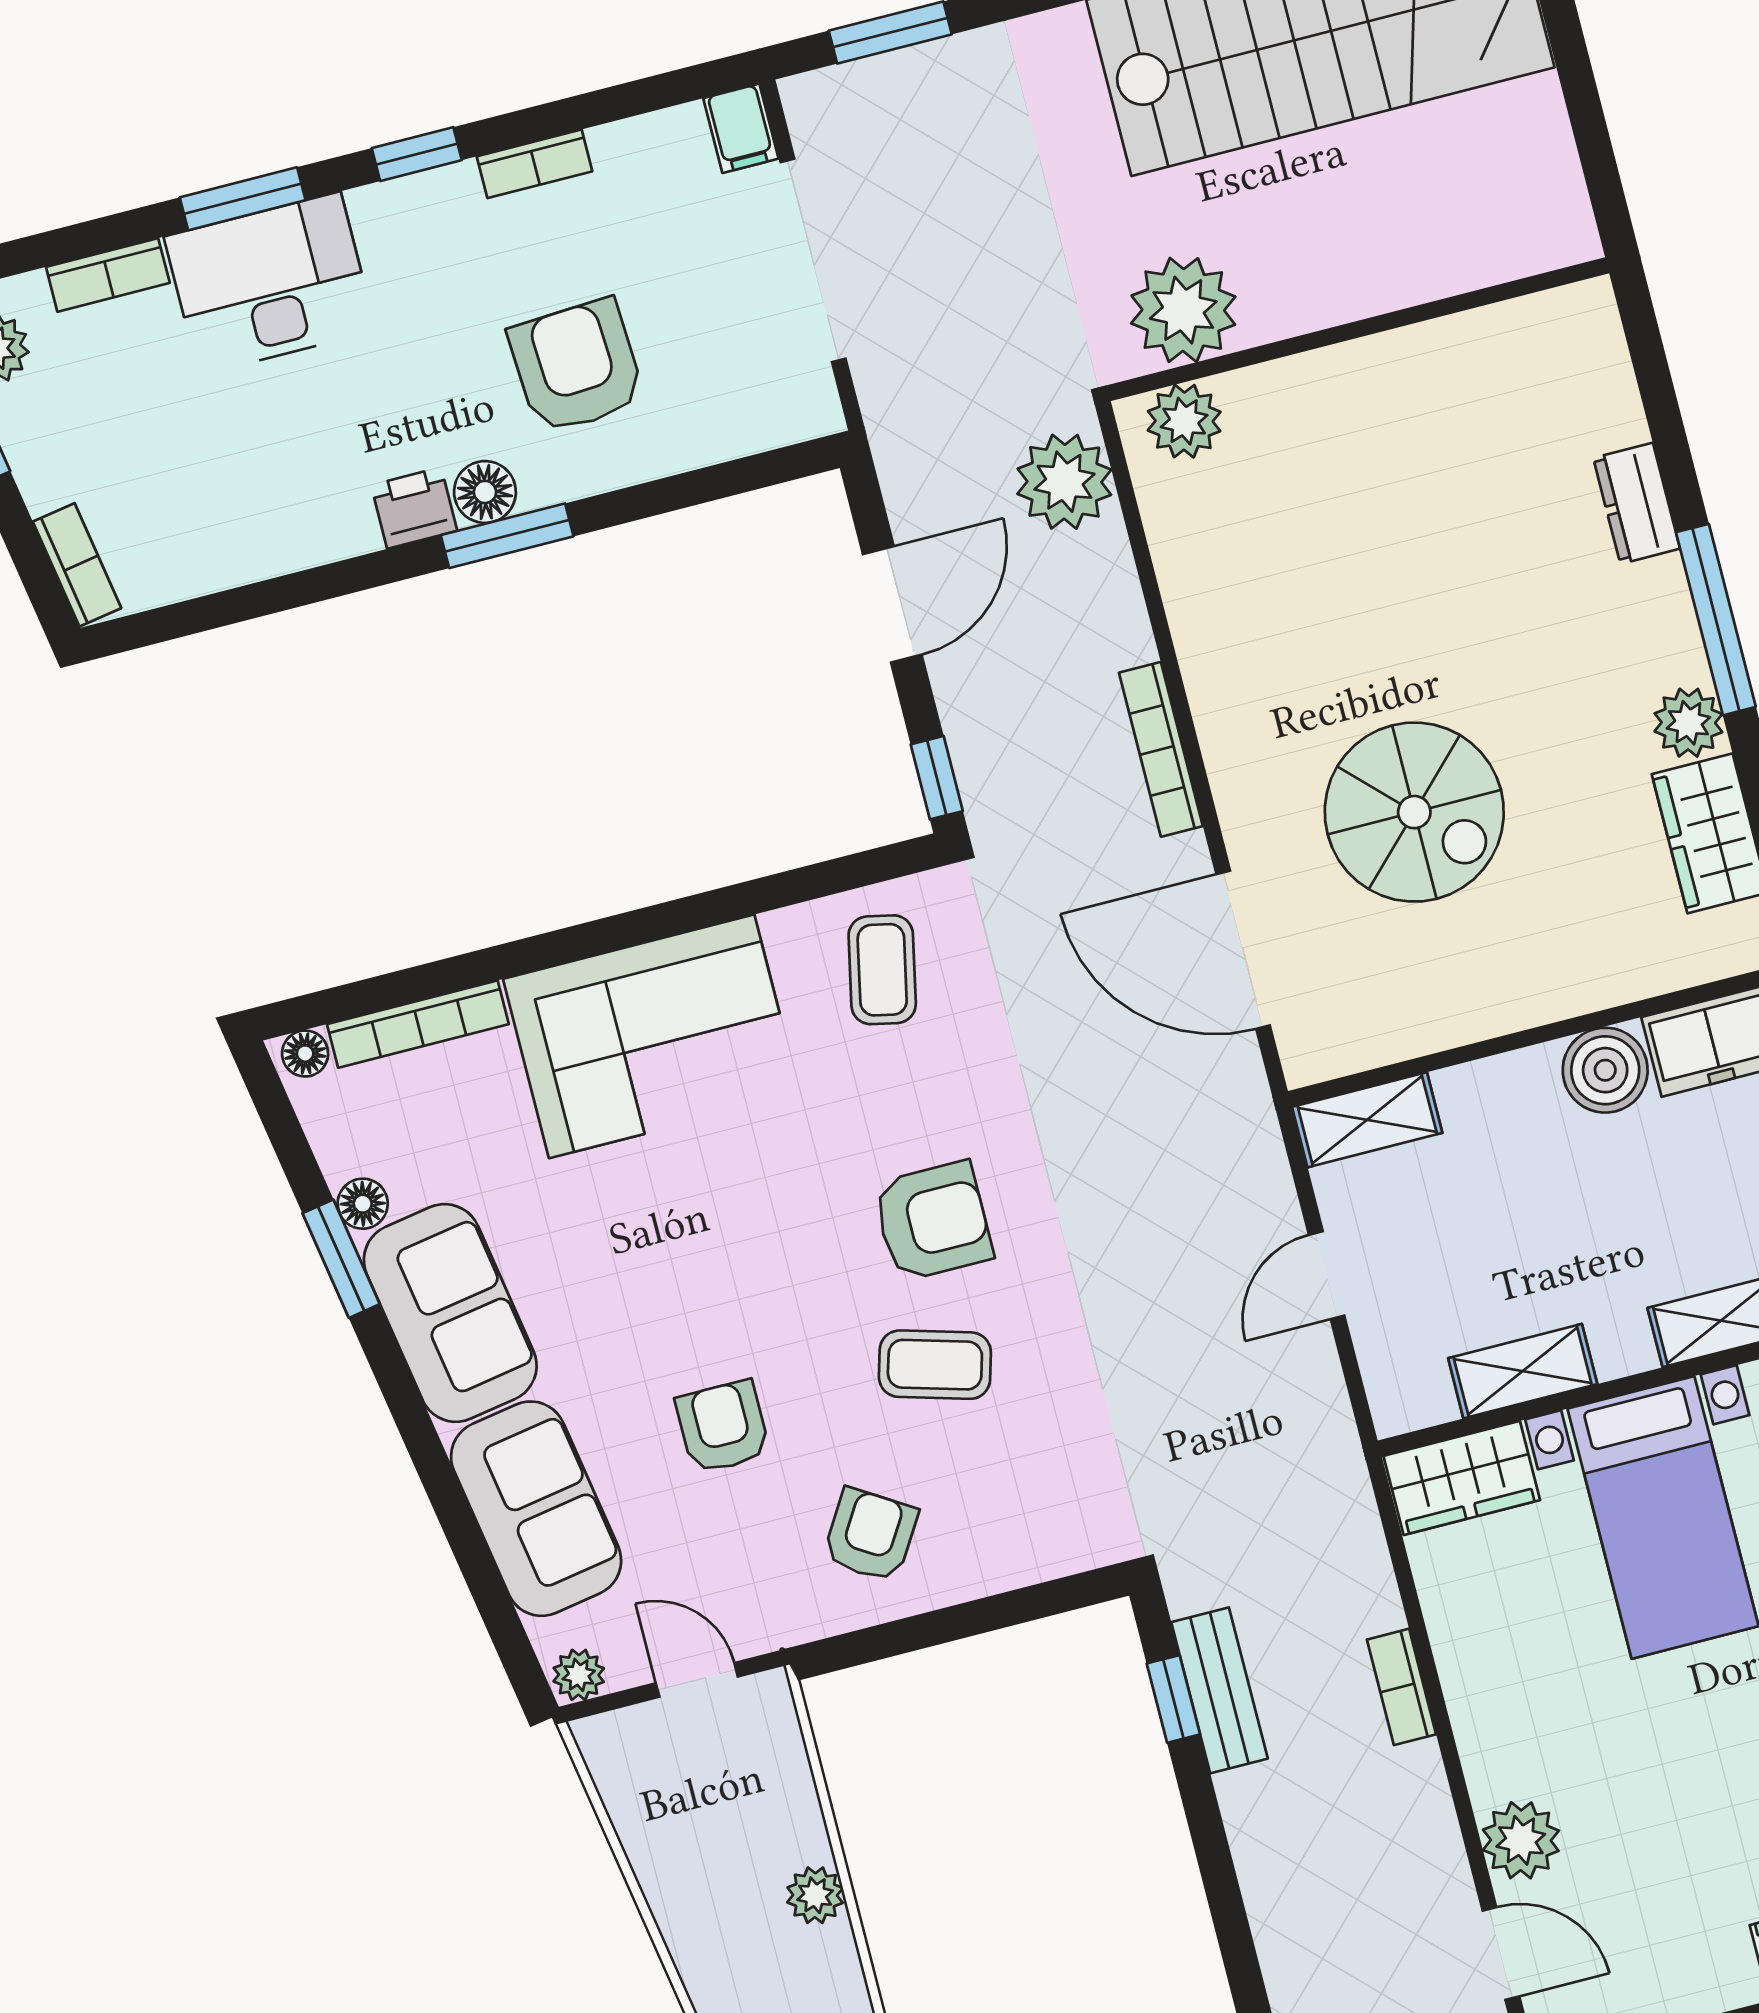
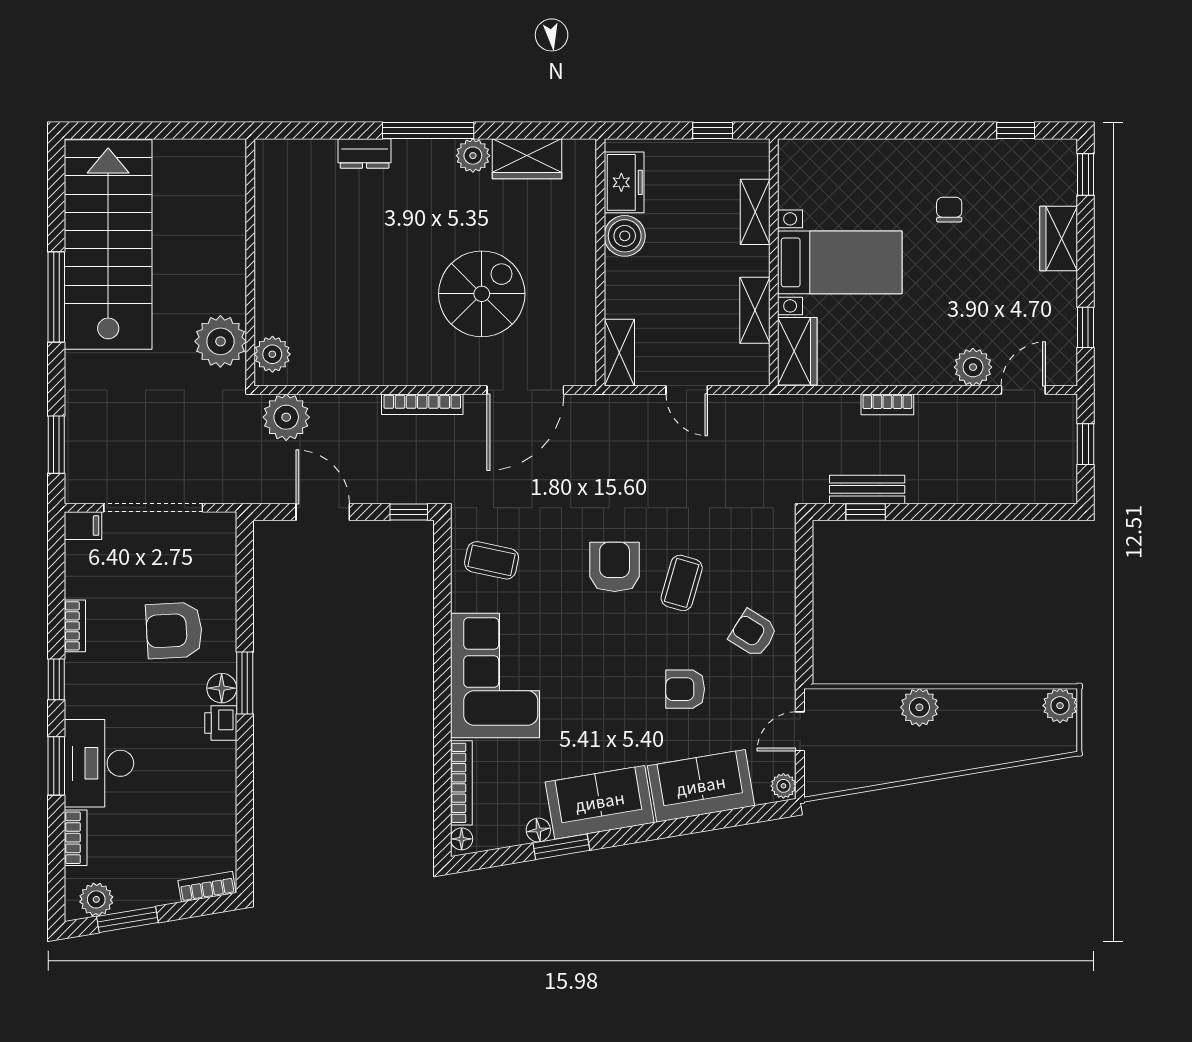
plant: (815, 1895) -> (919, 707), width x1.38, depth x1.38

